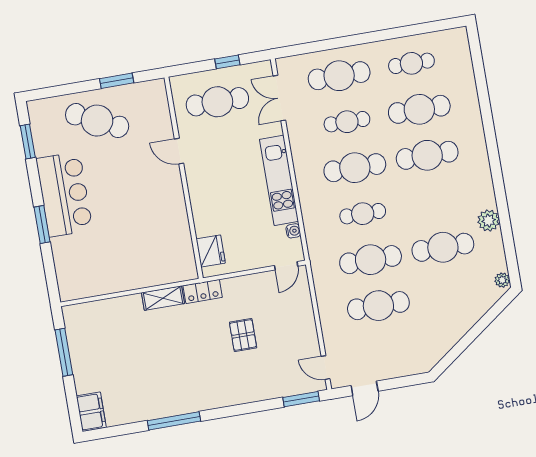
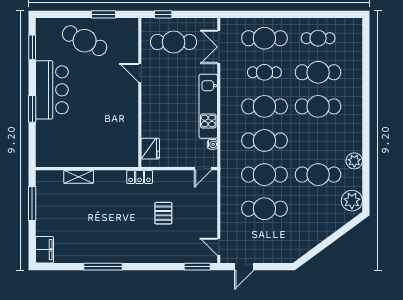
window: (227, 62) -> (163, 14), moved
cafe table: (363, 214) -> (264, 140), width x1.37, depth x1.35
plant: (502, 280) -> (352, 201), width x1.88, depth x1.88
shelving: (163, 298) -> (79, 177), moved

